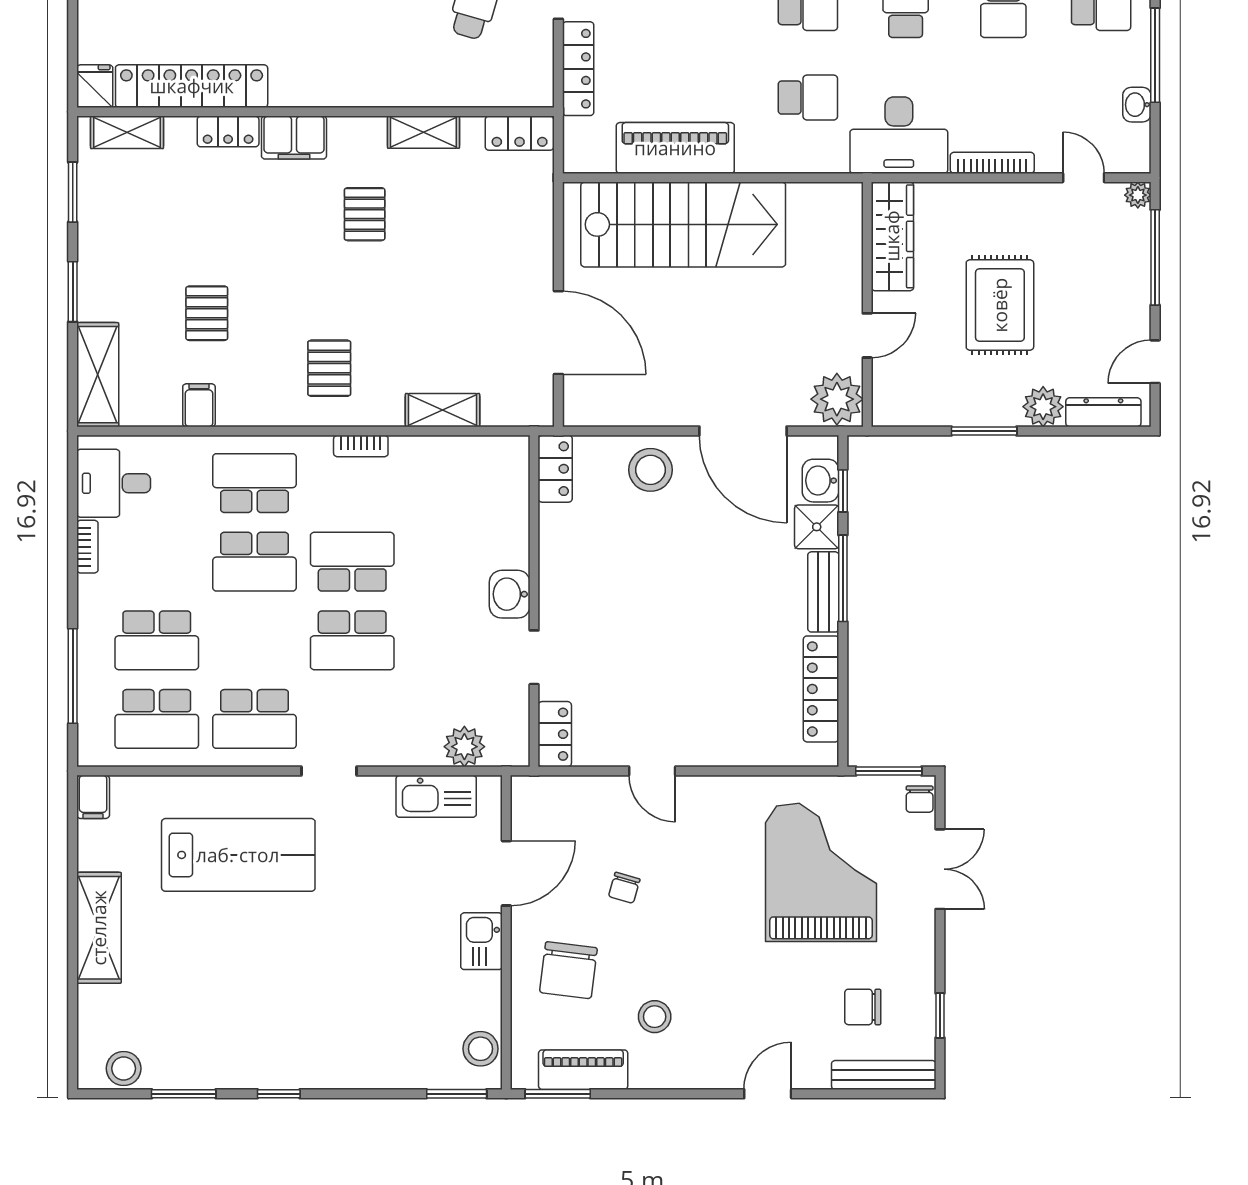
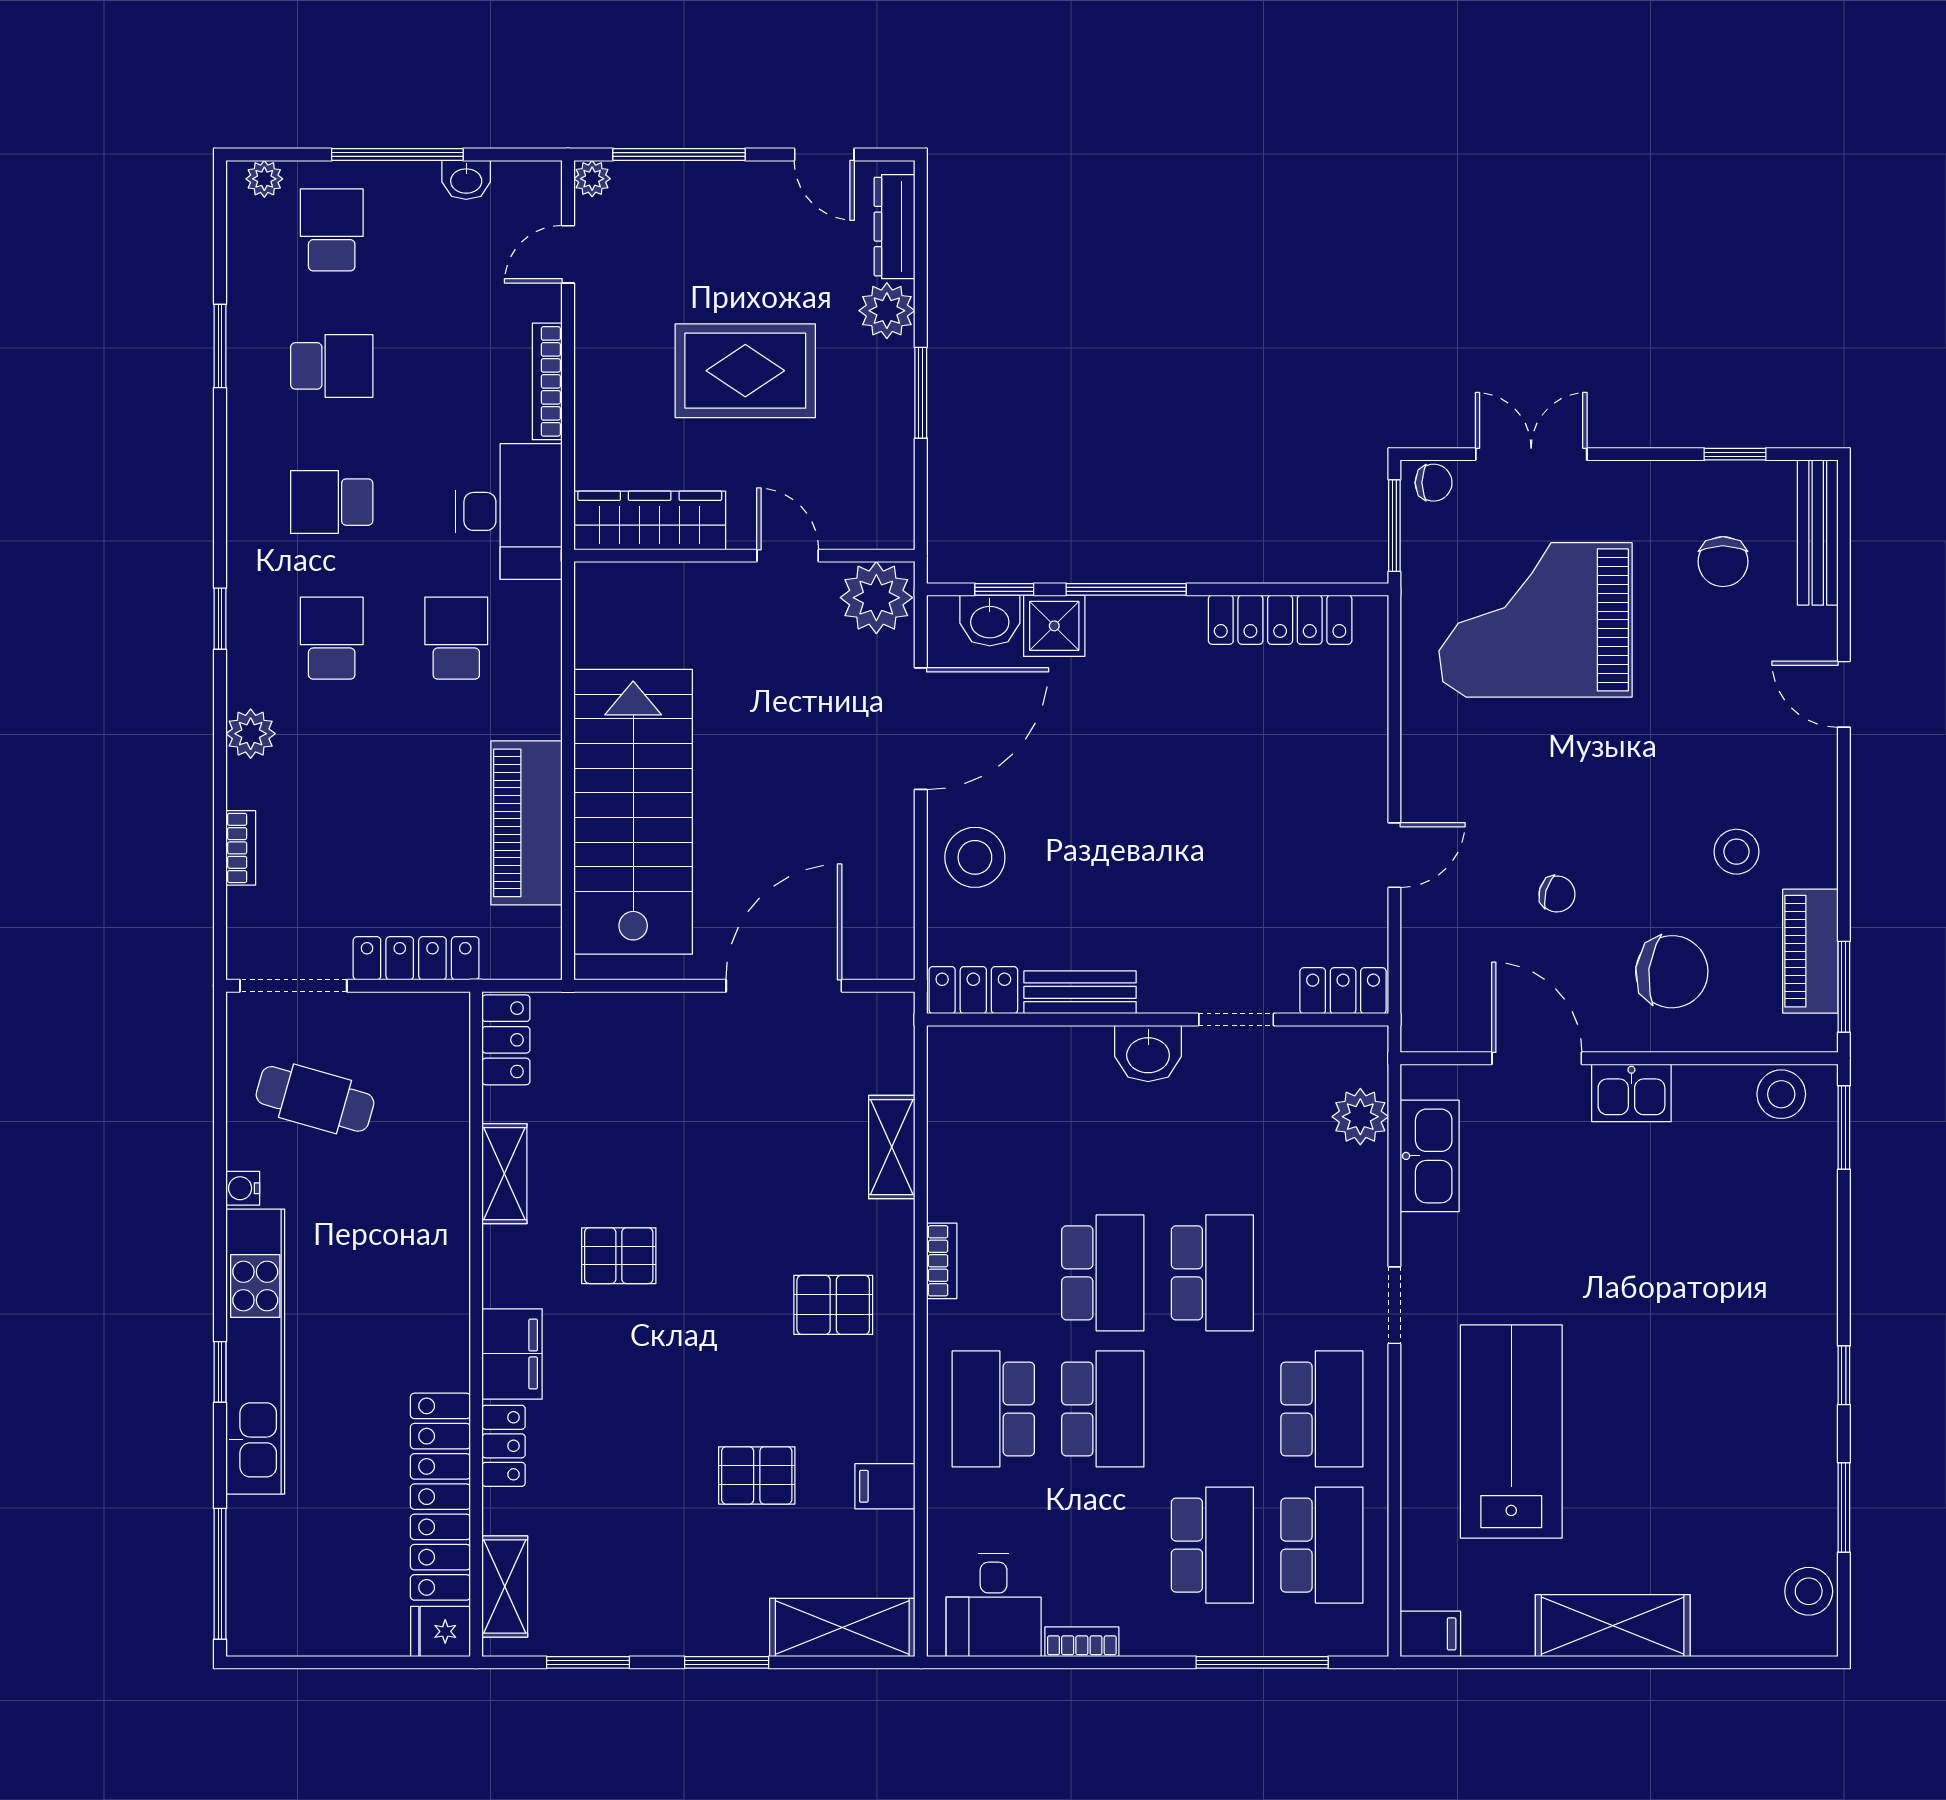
school desk: (352, 562) -> (1103, 1273), turned 180
bench: (823, 592) -> (1080, 992), moved

